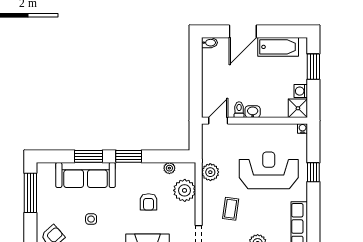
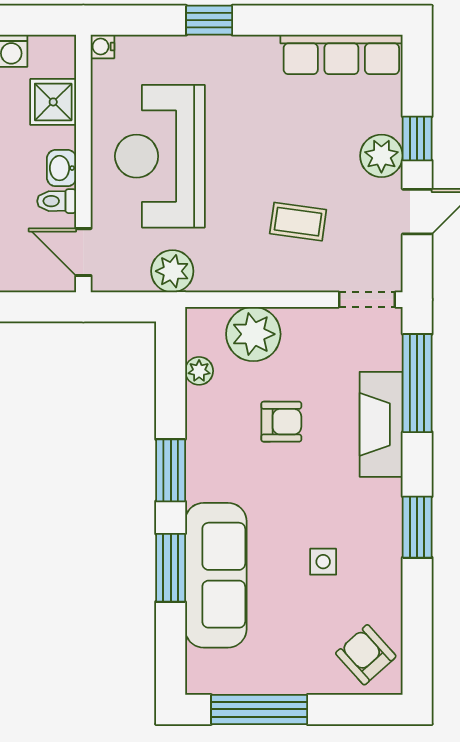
shower: (298, 108) -> (53, 102), moved
reception desk: (269, 170) -> (160, 156), moved
plant: (210, 172) -> (172, 271), moved

